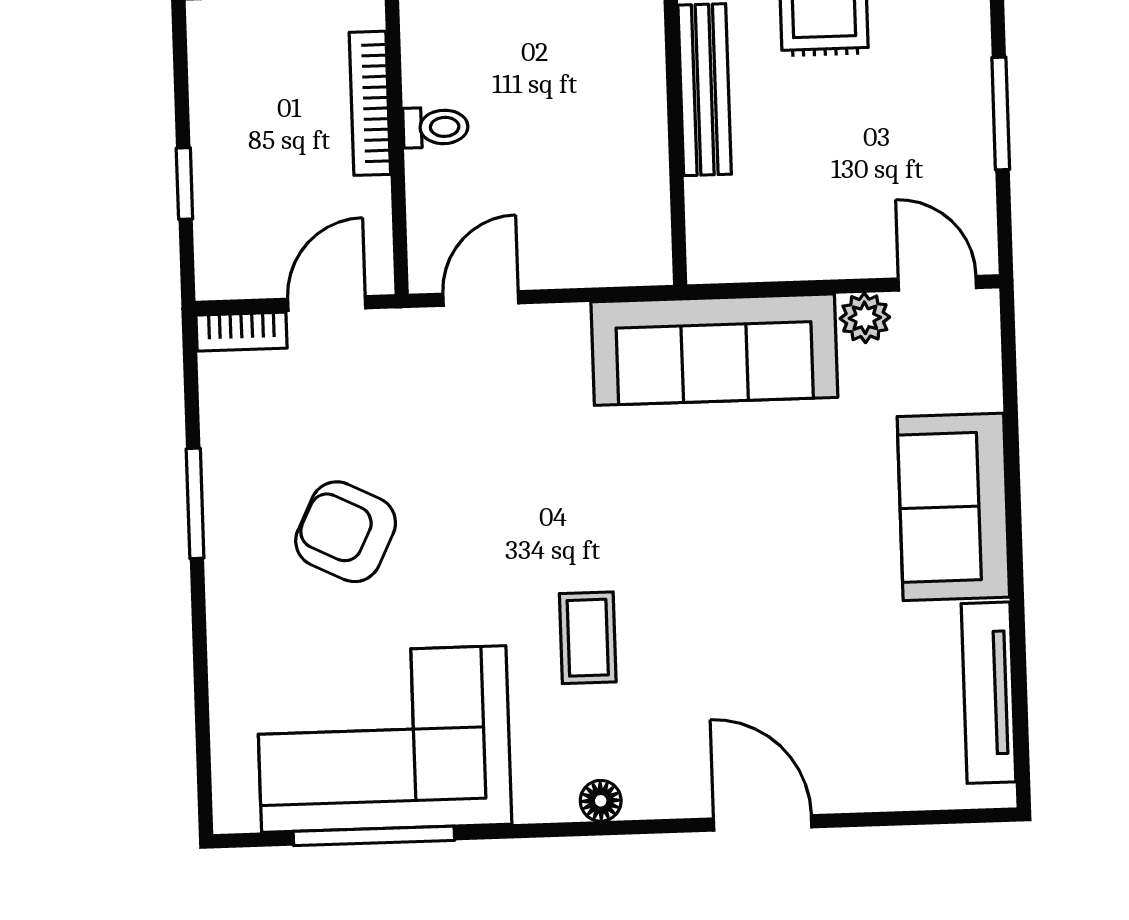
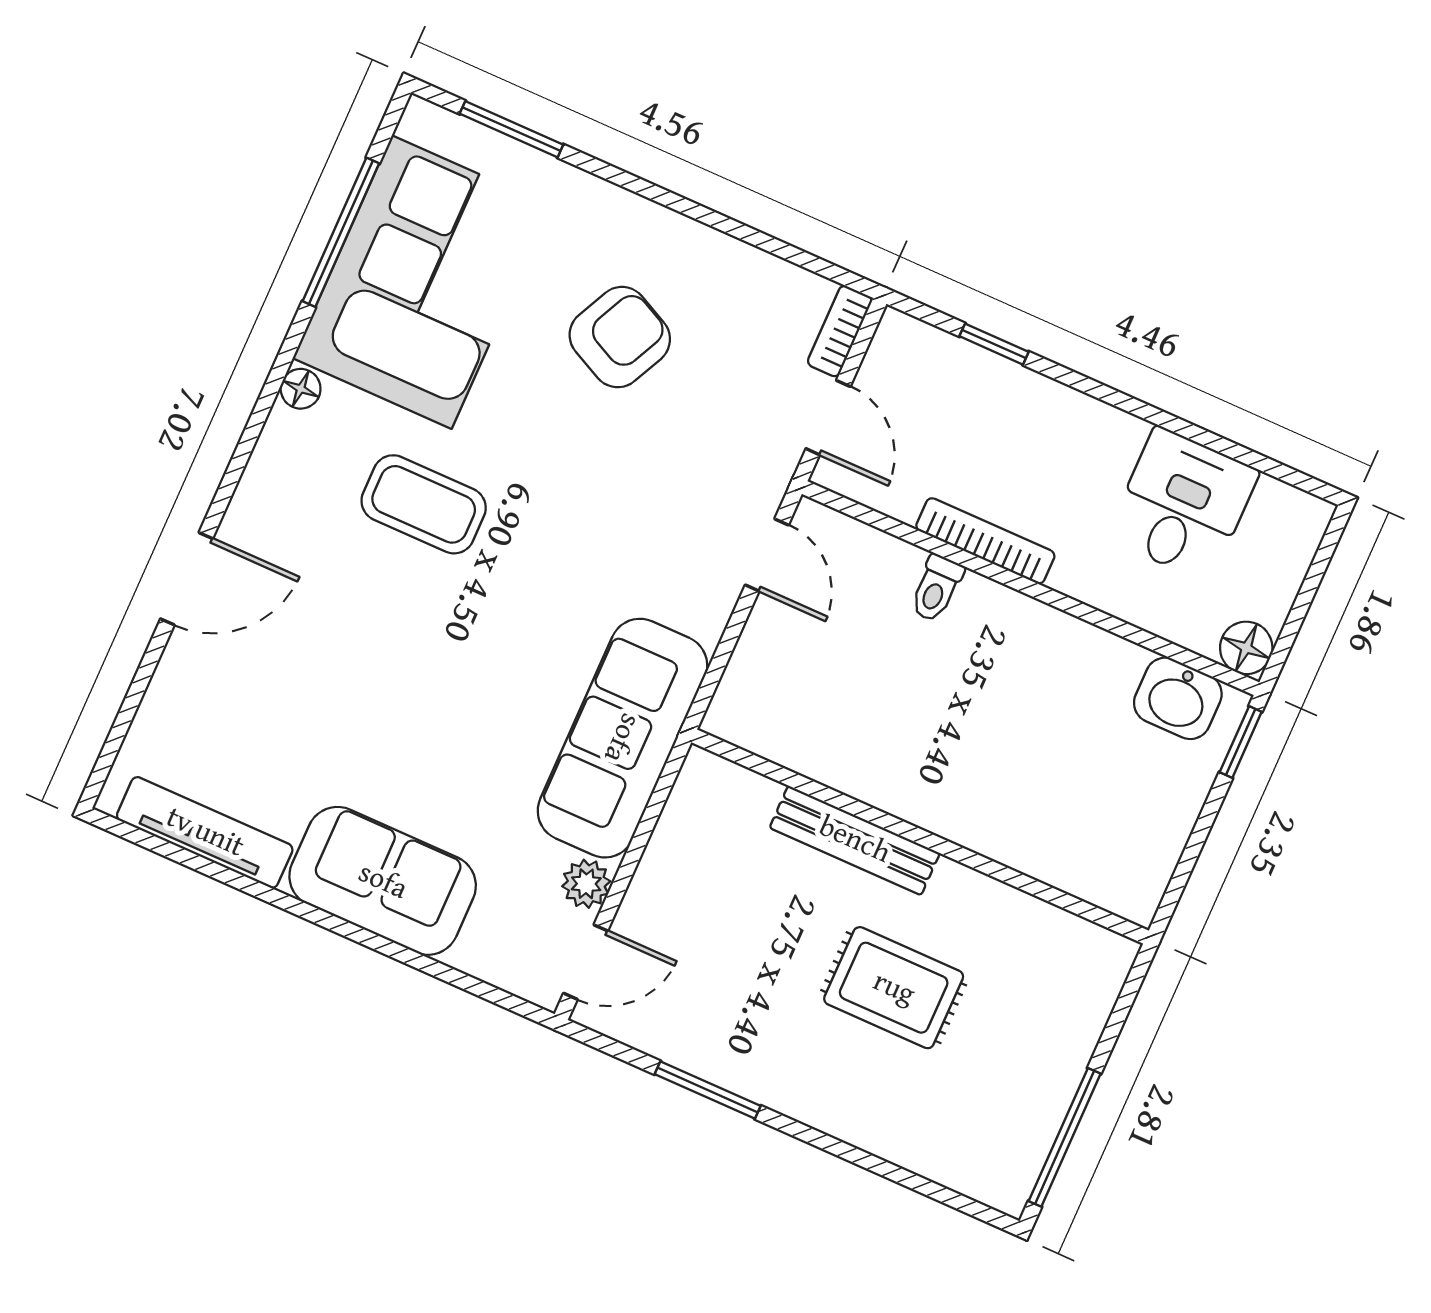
window: (195, 503) -> (511, 129), moved
coffee table: (588, 638) -> (424, 504), width x1.36, depth x1.30
floor lamp: (601, 801) -> (301, 389), moved

